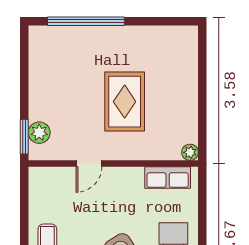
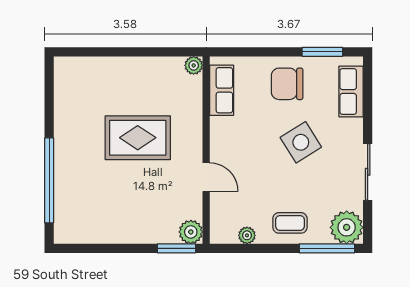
plant: (39, 133) -> (191, 232), moved
plant: (36, 201) -> (247, 235), added

